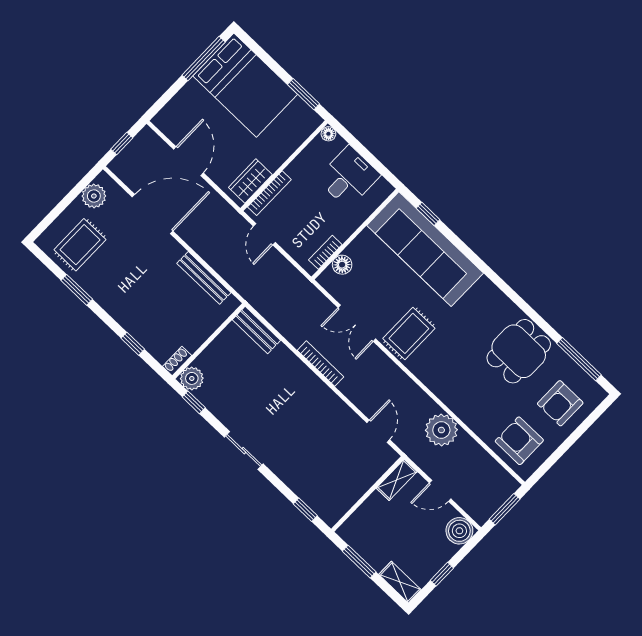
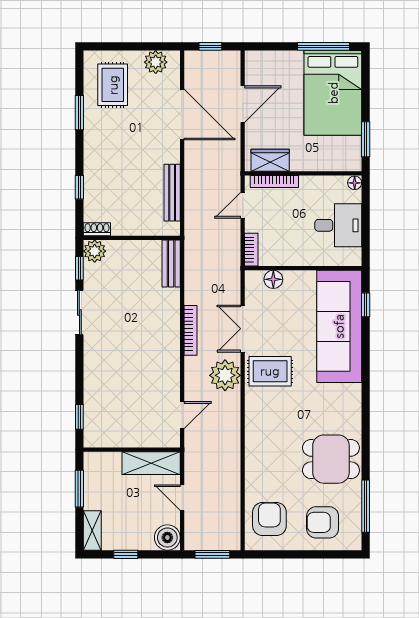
rug: (80, 245) -> (113, 85), turned 90
bookcase: (325, 252) -> (251, 250), moved, turned 90
plant: (441, 430) -> (225, 375), moved
sliding door: (244, 451) -> (79, 312), moved
shelving: (397, 480) -> (151, 463), width x1.50, depth x1.33

